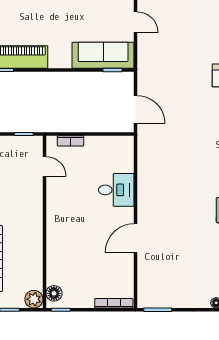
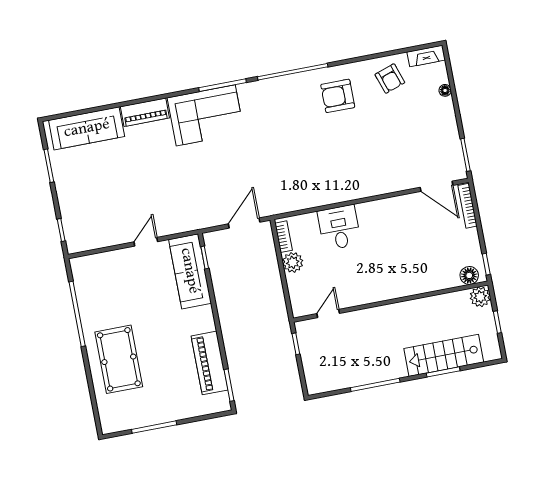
bookcase: (70, 141) -> (283, 237), moved
plant: (94, 145) -> (293, 262), added
door: (136, 238) -> (436, 186), moved

